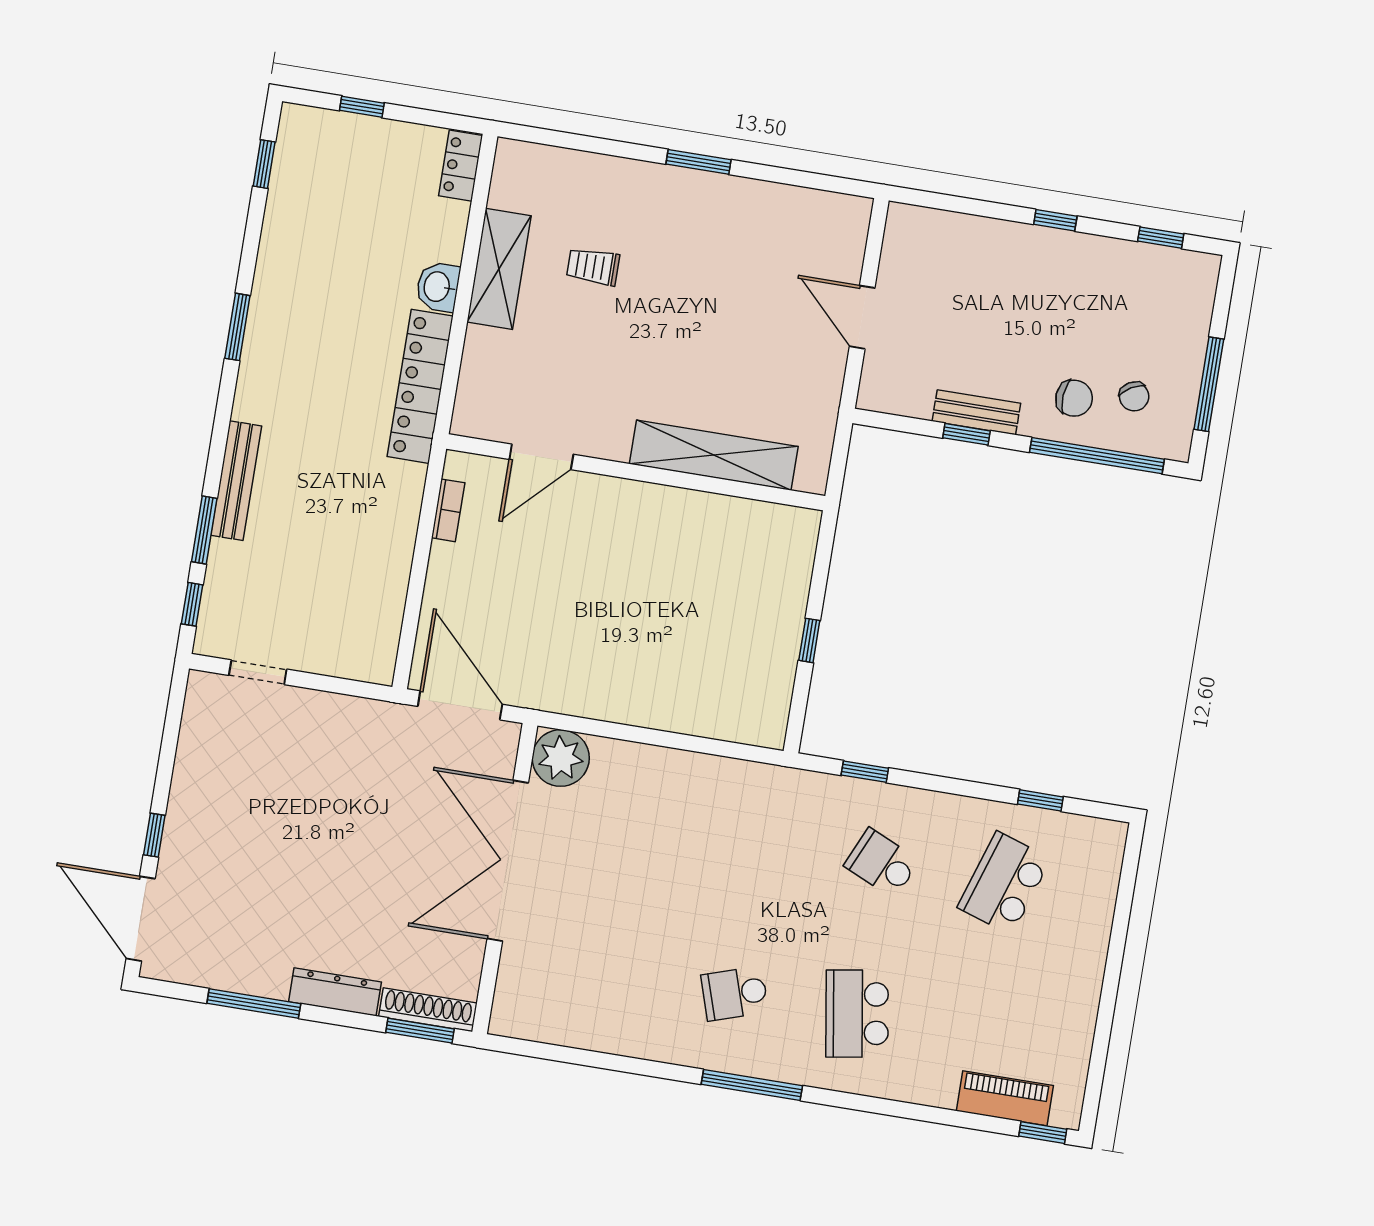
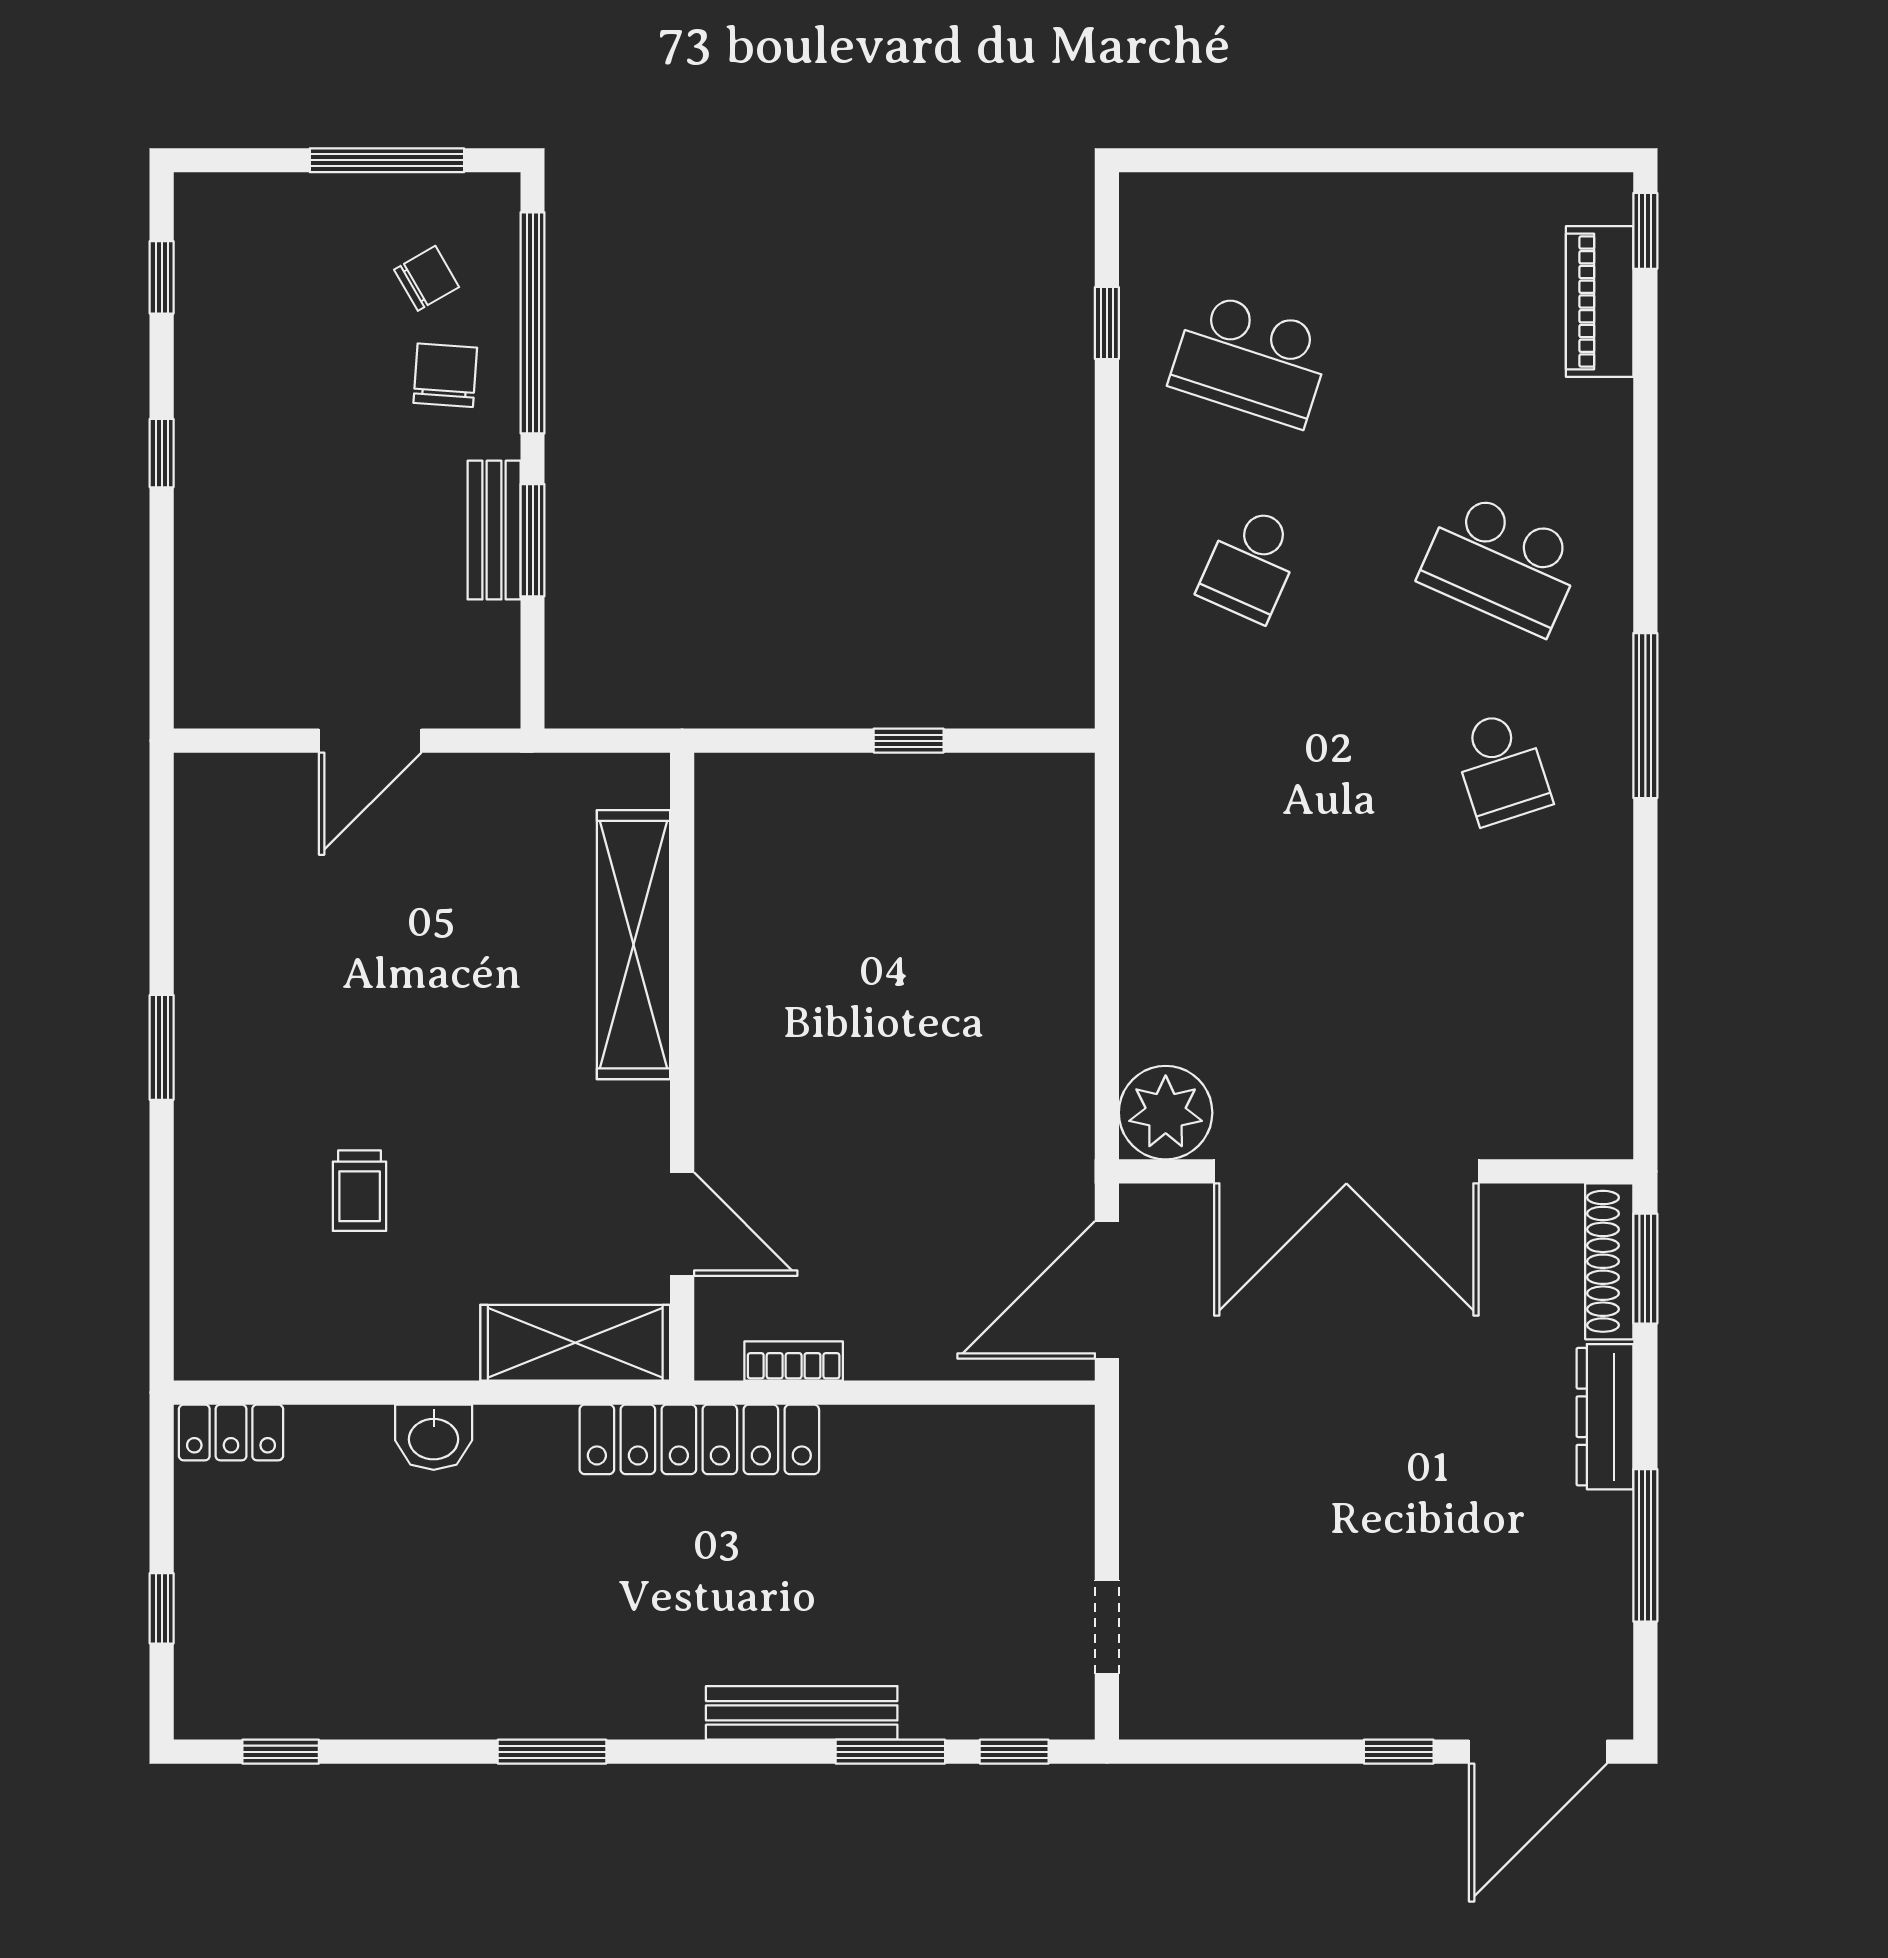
shelving: (499, 269) -> (575, 1343), moved
locker: (420, 386) -> (699, 1439), moved
window: (967, 434) -> (533, 540), width x1.50
window: (865, 772) -> (1107, 616), removed
school desk: (857, 1014) -> (1501, 564), turned 33

